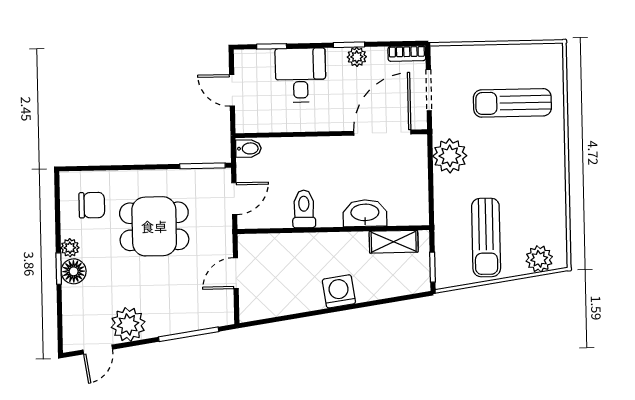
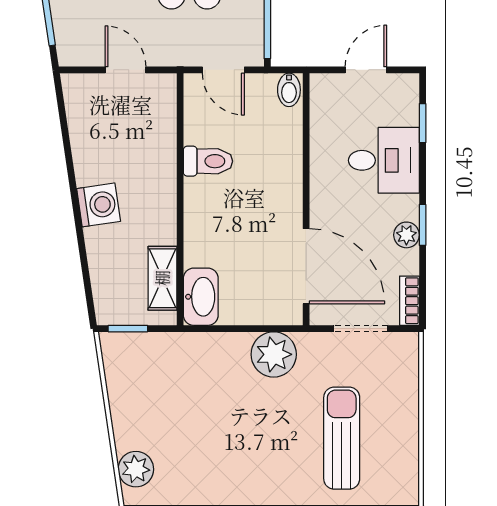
washbasin: (365, 213) -> (201, 297), moved
sun lounger: (486, 237) -> (165, 400), removed

